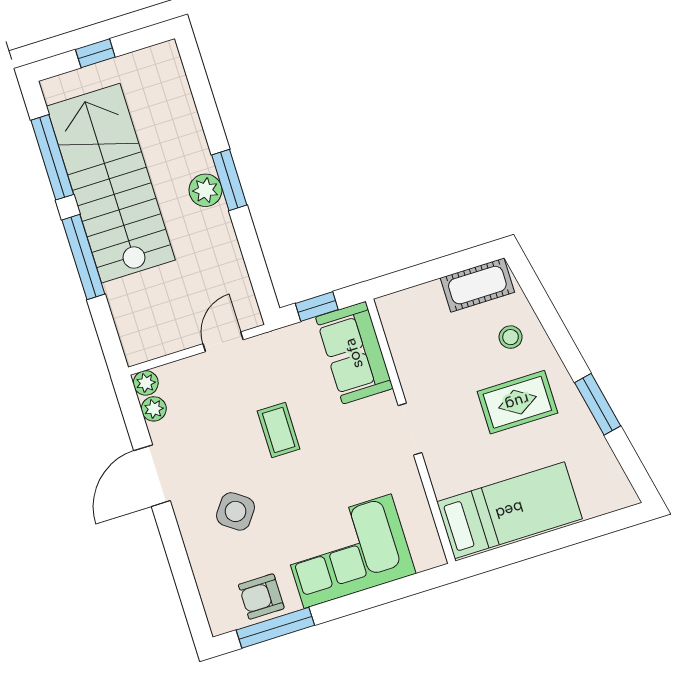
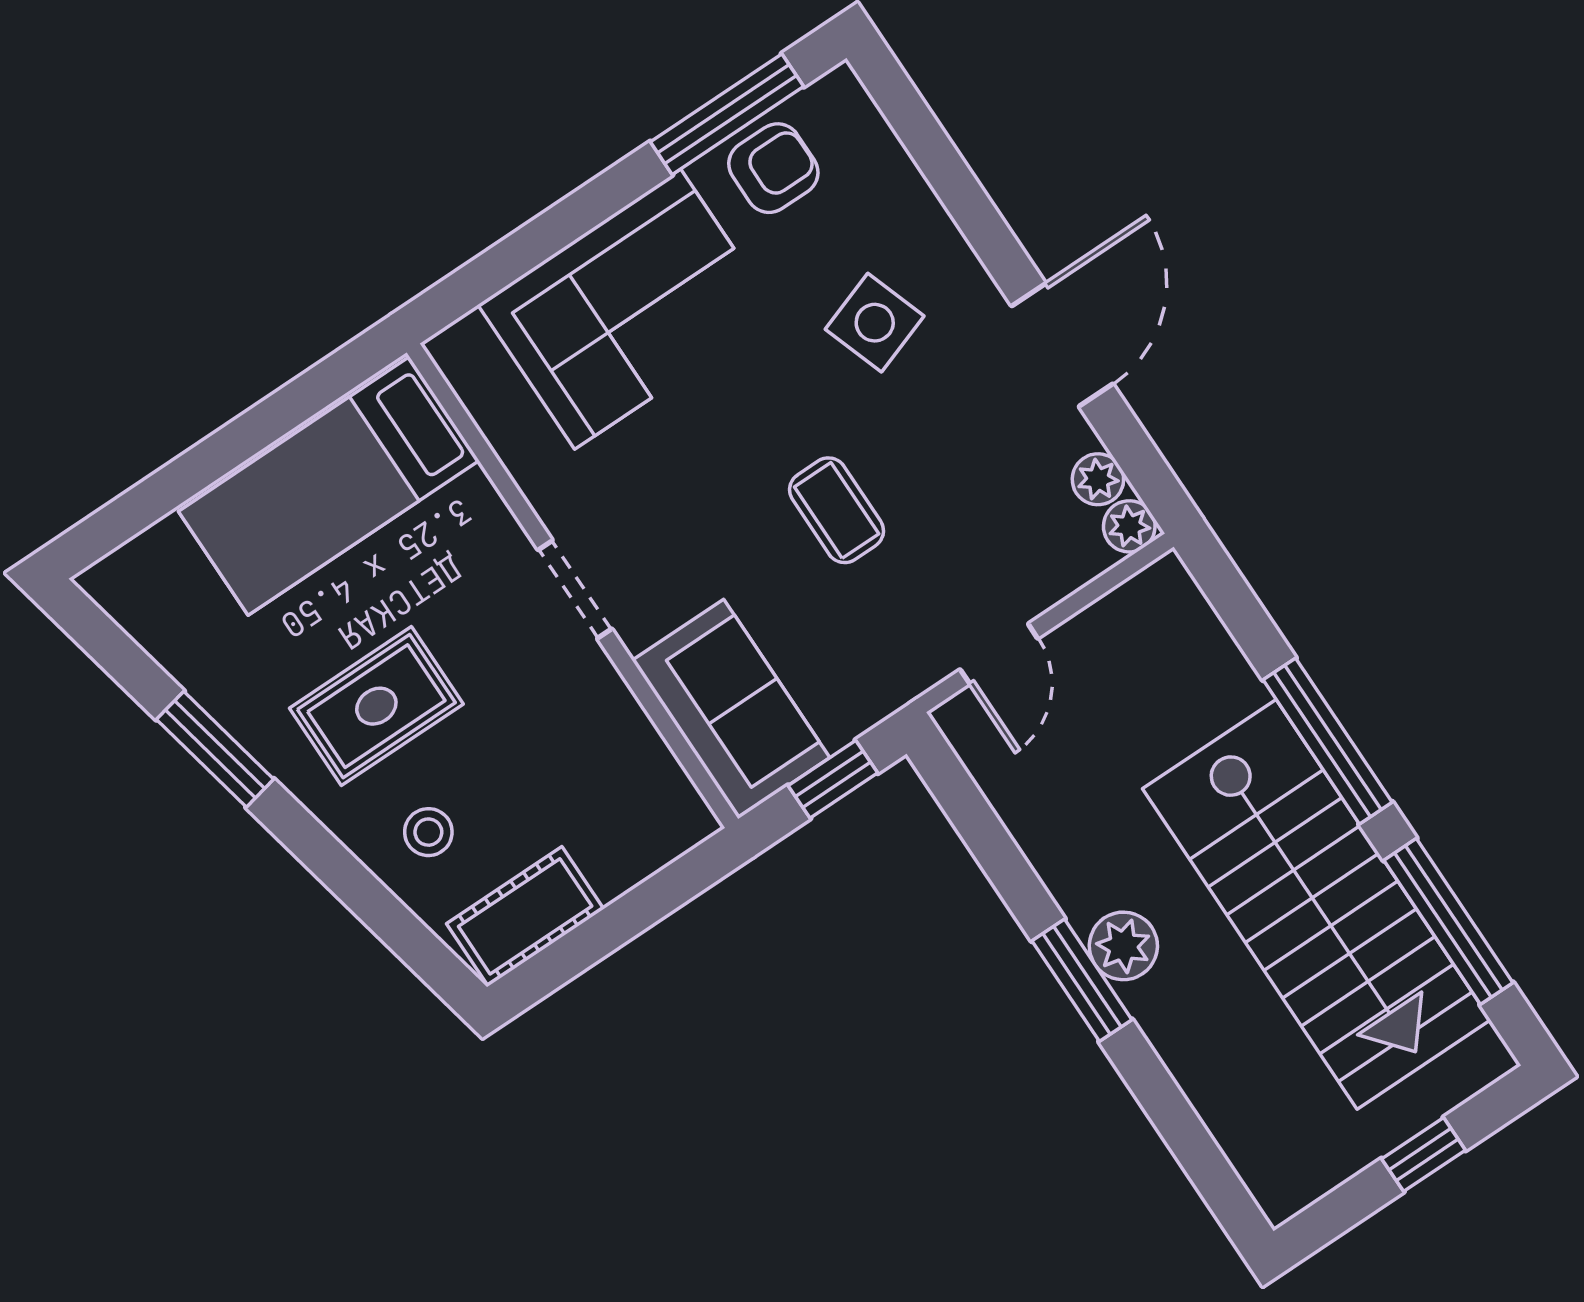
side table: (236, 511) -> (875, 323), turned 35

